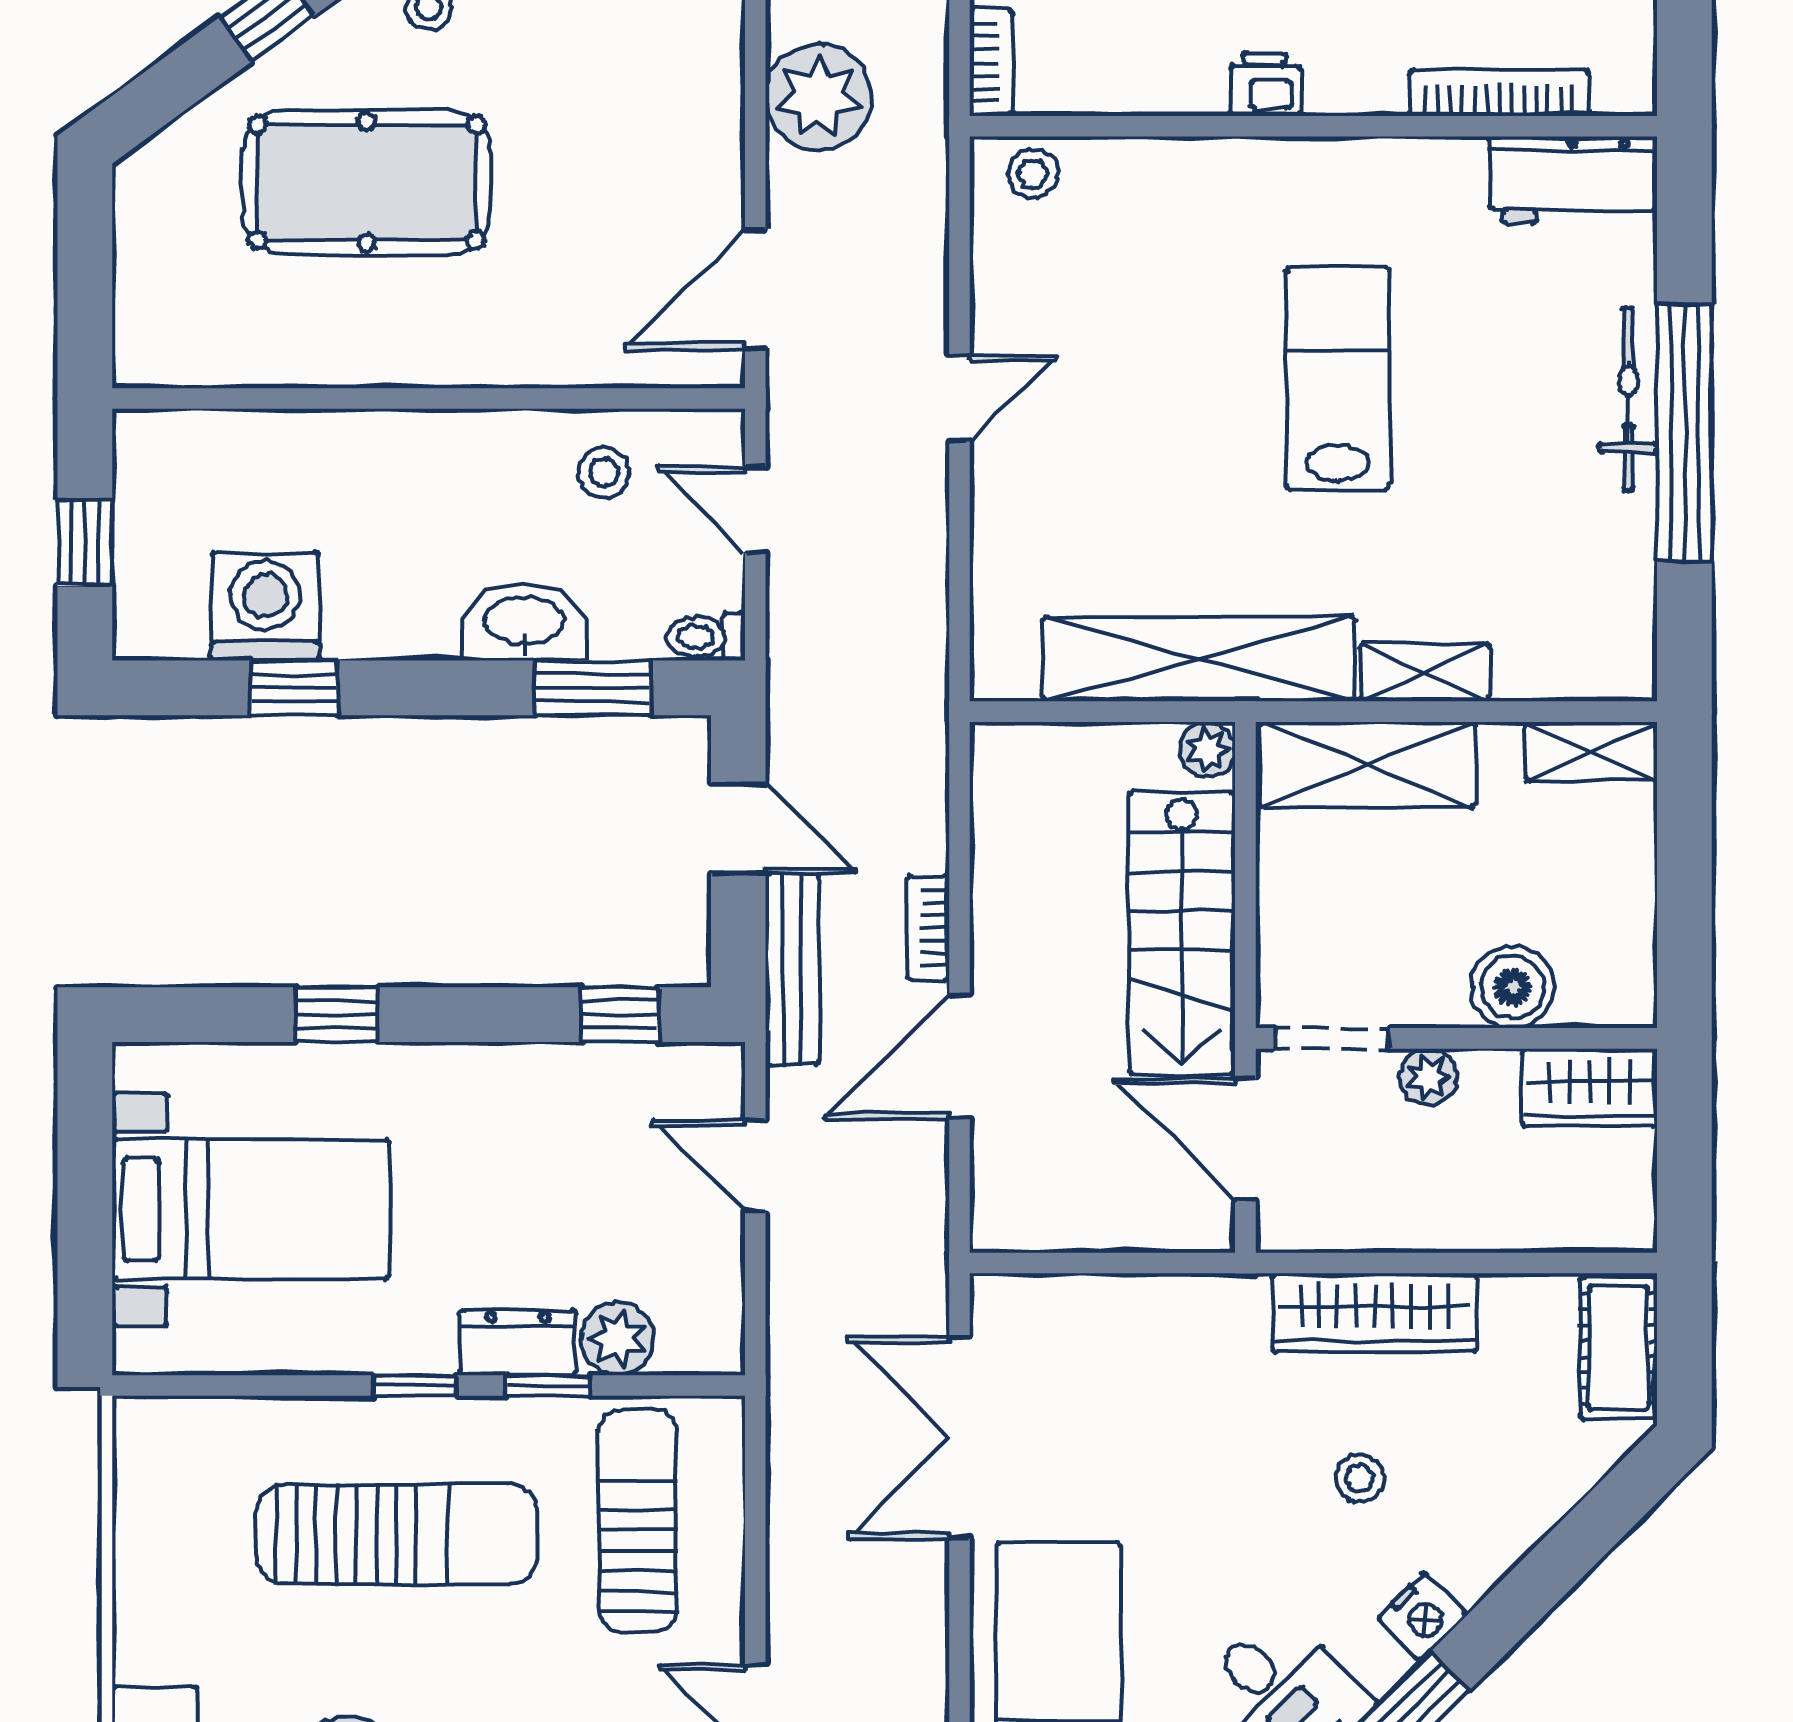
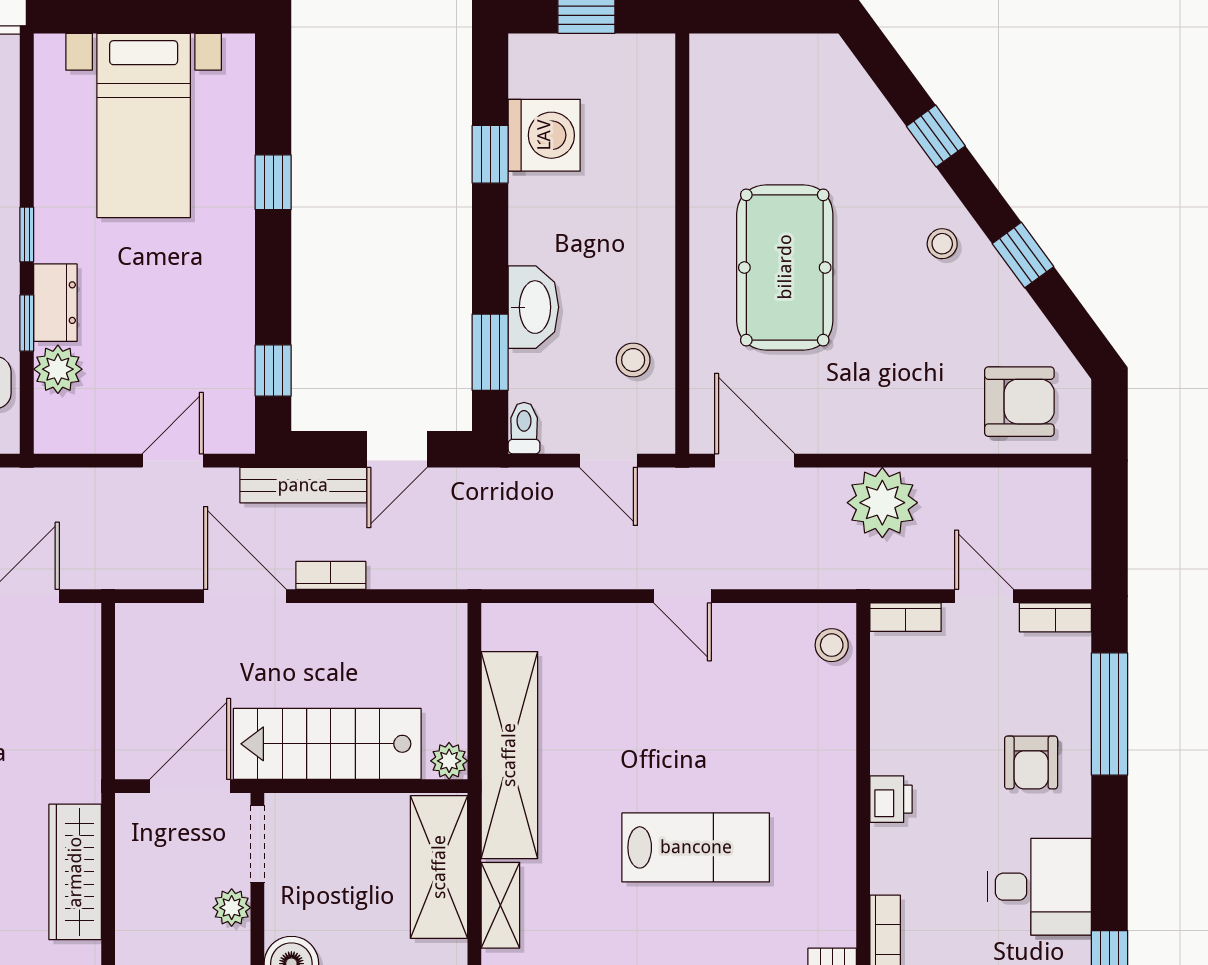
pool table: (367, 182) -> (785, 267), moved
door: (755, 510) -> (608, 461), swing flipped

